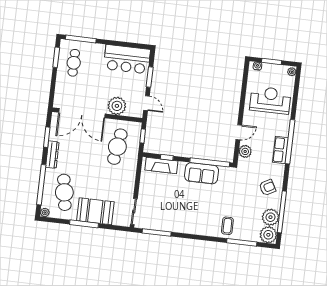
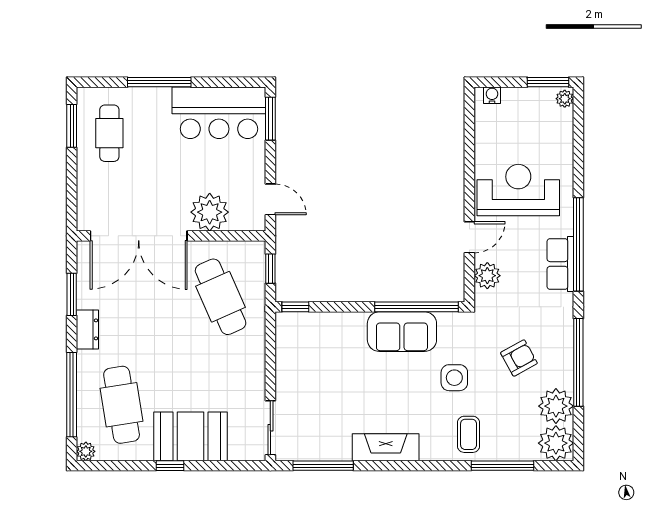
window: (81, 39) -> (159, 82), moved
window: (272, 61) -> (548, 82), moved
window: (150, 77) -> (270, 119), moved
reception desk: (270, 100) -> (518, 190), moved
cafe table: (117, 147) -> (221, 297), turned -33
dresser: (52, 155) -> (87, 329), width x0.70
window: (167, 157) -> (295, 307), moved
fireplace: (161, 166) -> (386, 447), moved, turned 180
armchair: (267, 188) -> (519, 358), moved
side table: (224, 198) -> (454, 378), added
window: (282, 212) -> (578, 362), moved
window: (84, 224) -> (170, 466), width x0.46

